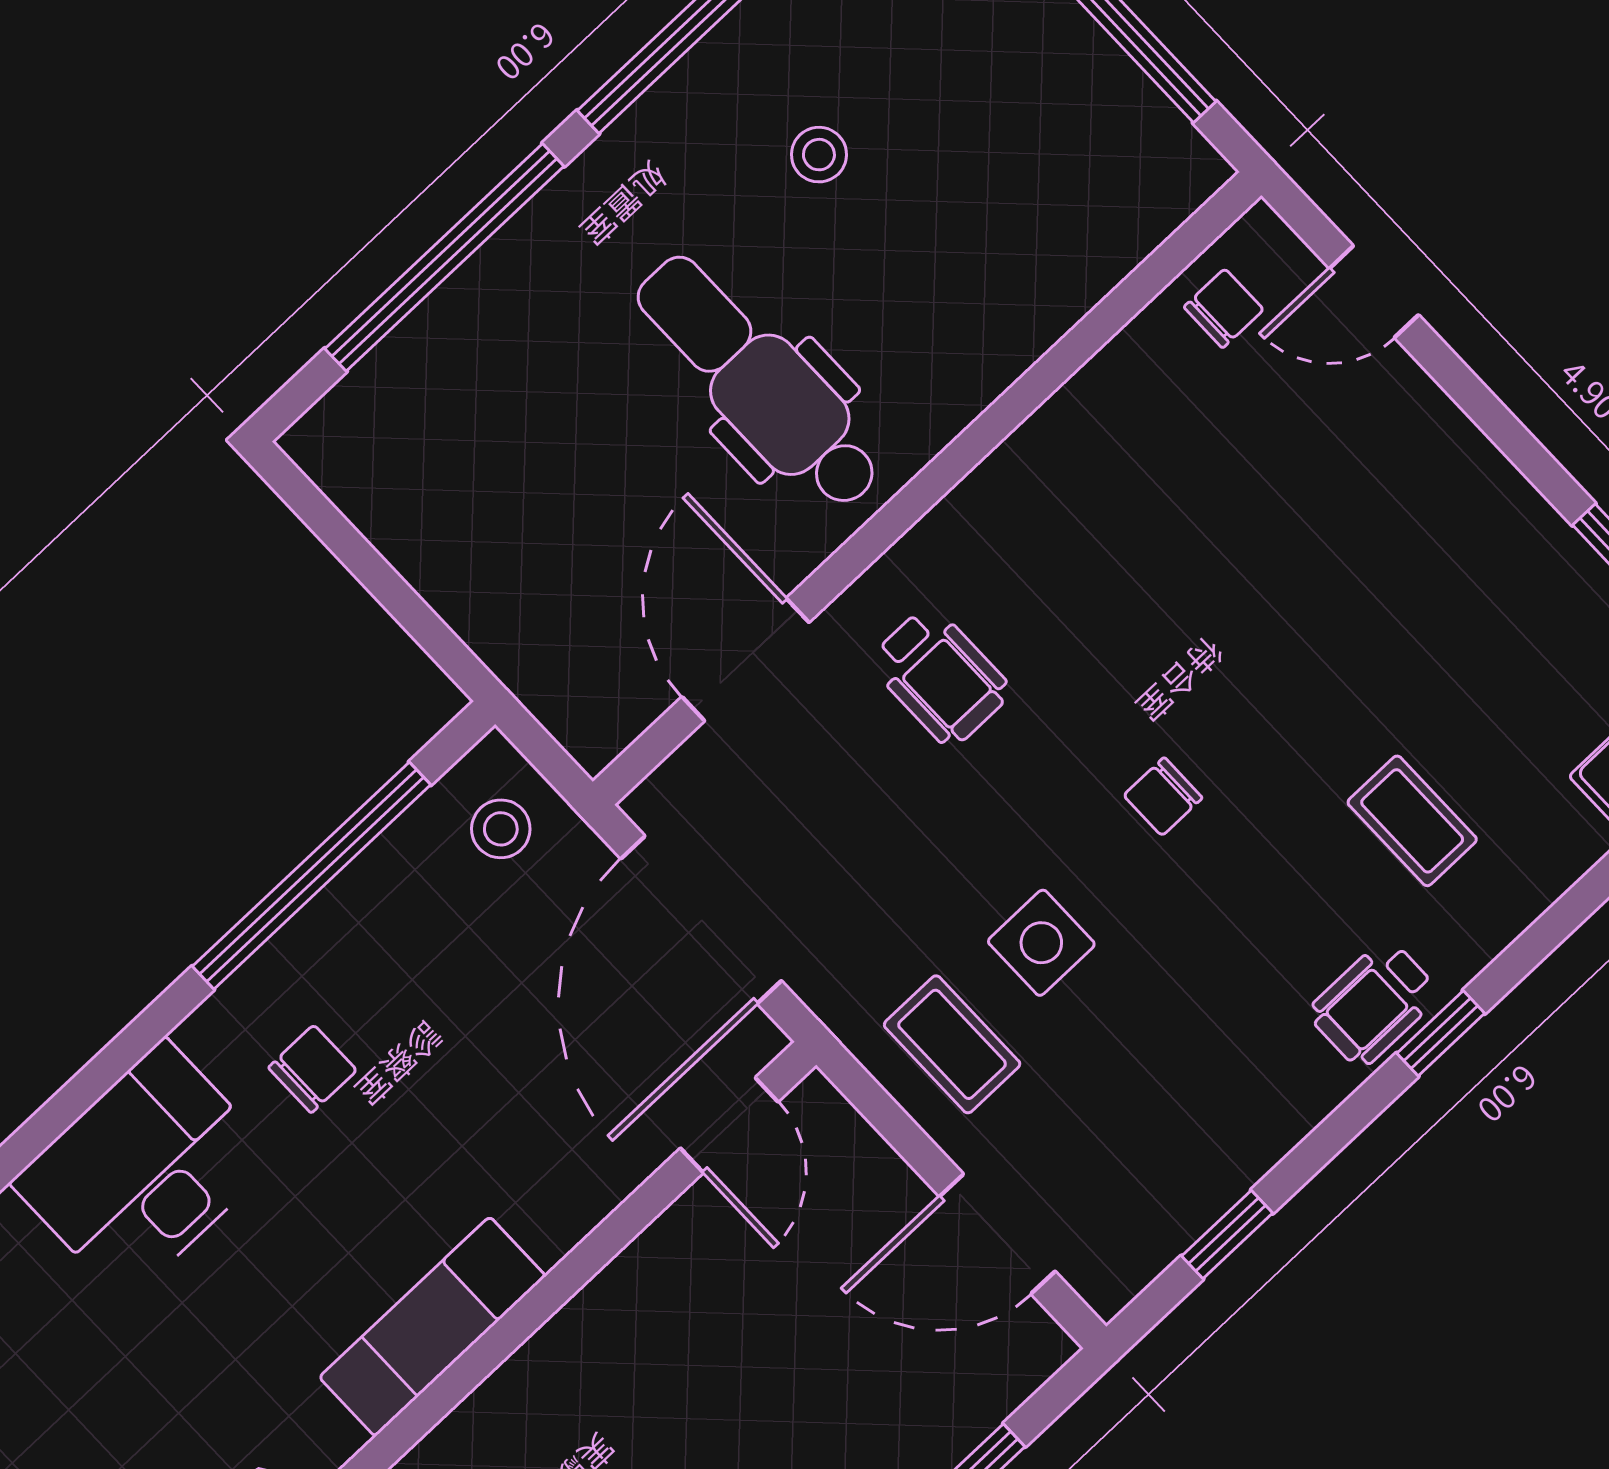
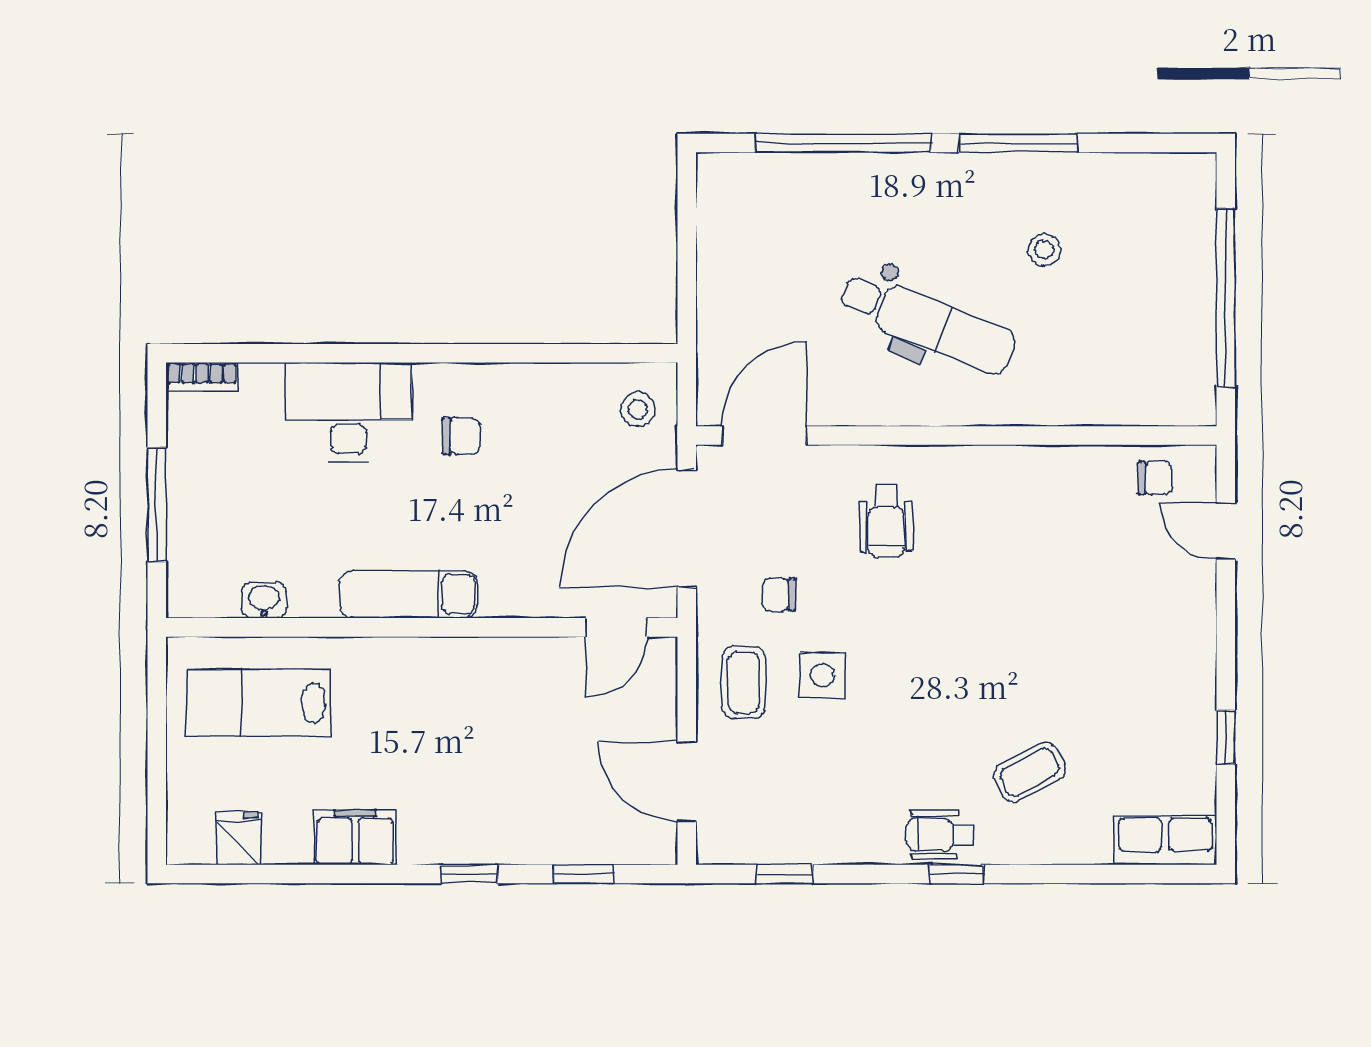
dental chair: (759, 383) -> (927, 323), turned 112
door: (745, 660) -> (764, 435), moved
chair: (1163, 797) -> (779, 595), moved
coffee table: (1412, 821) -> (1029, 772), turned 62
window: (312, 876) -> (538, 353), removed

